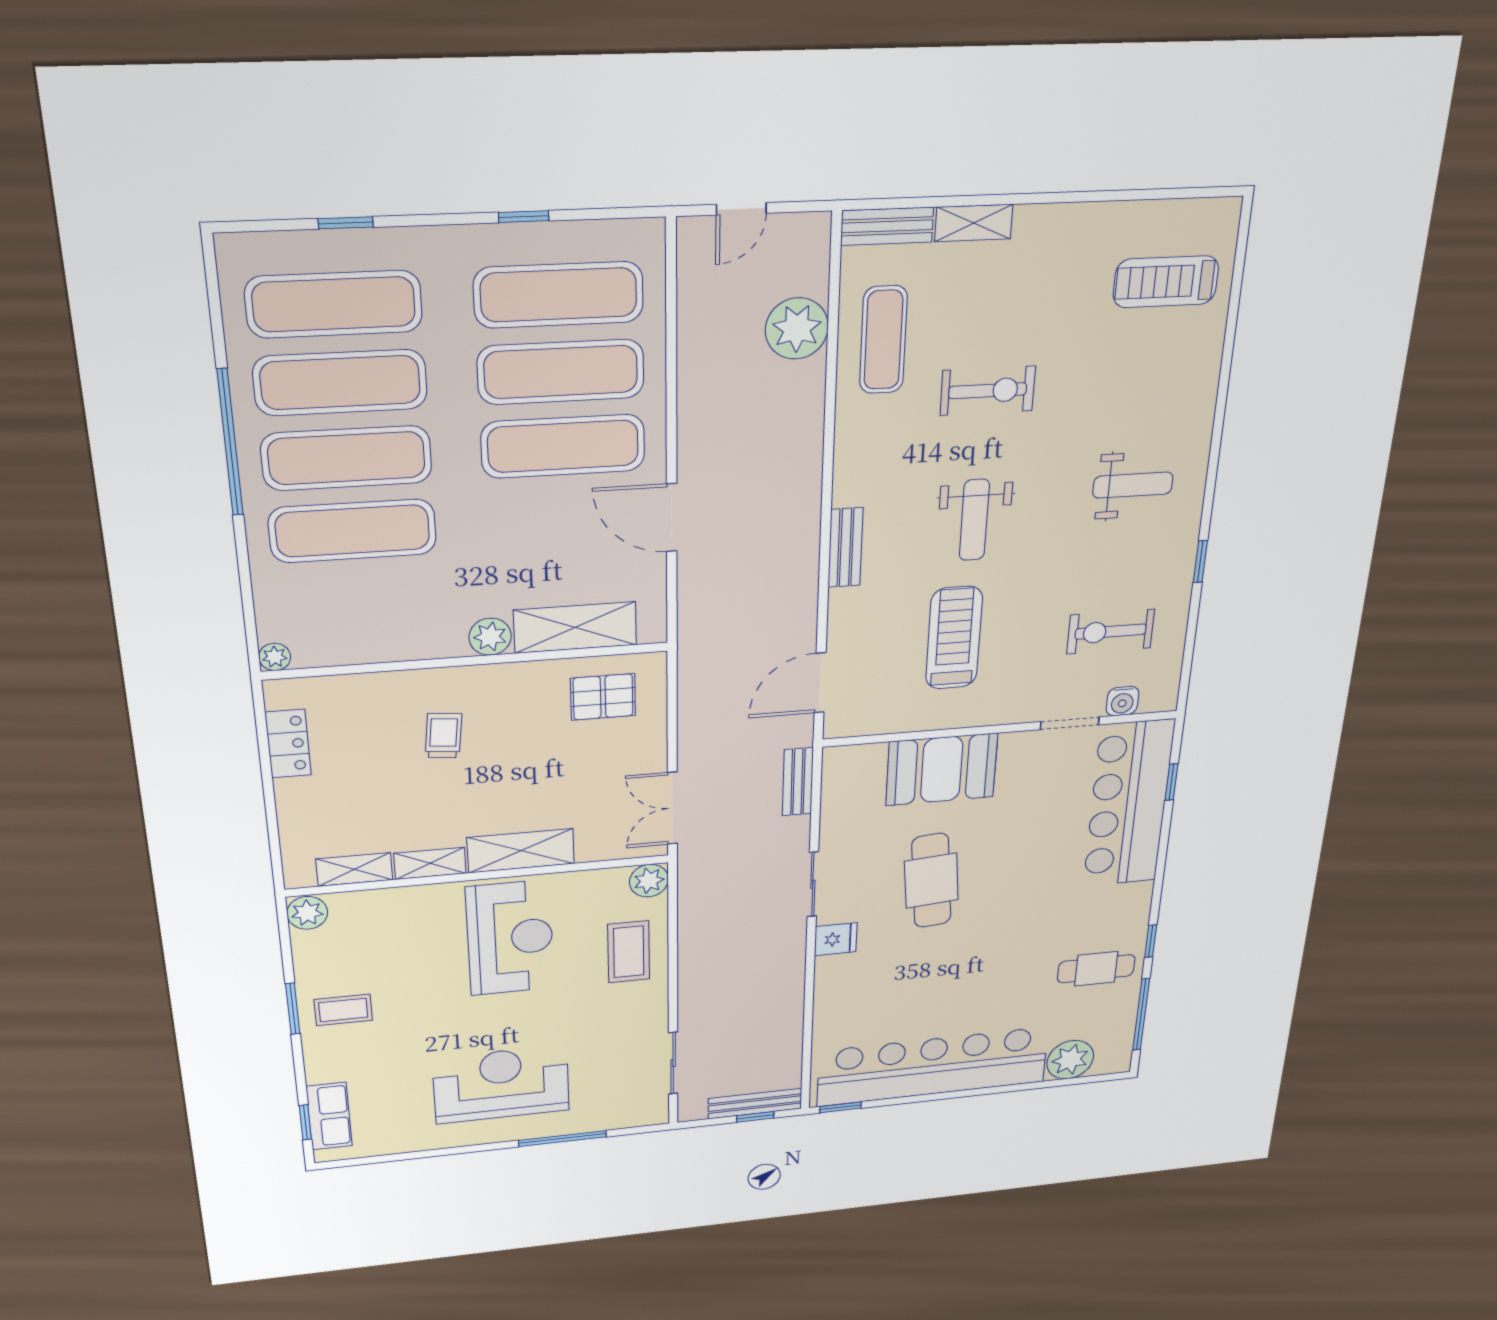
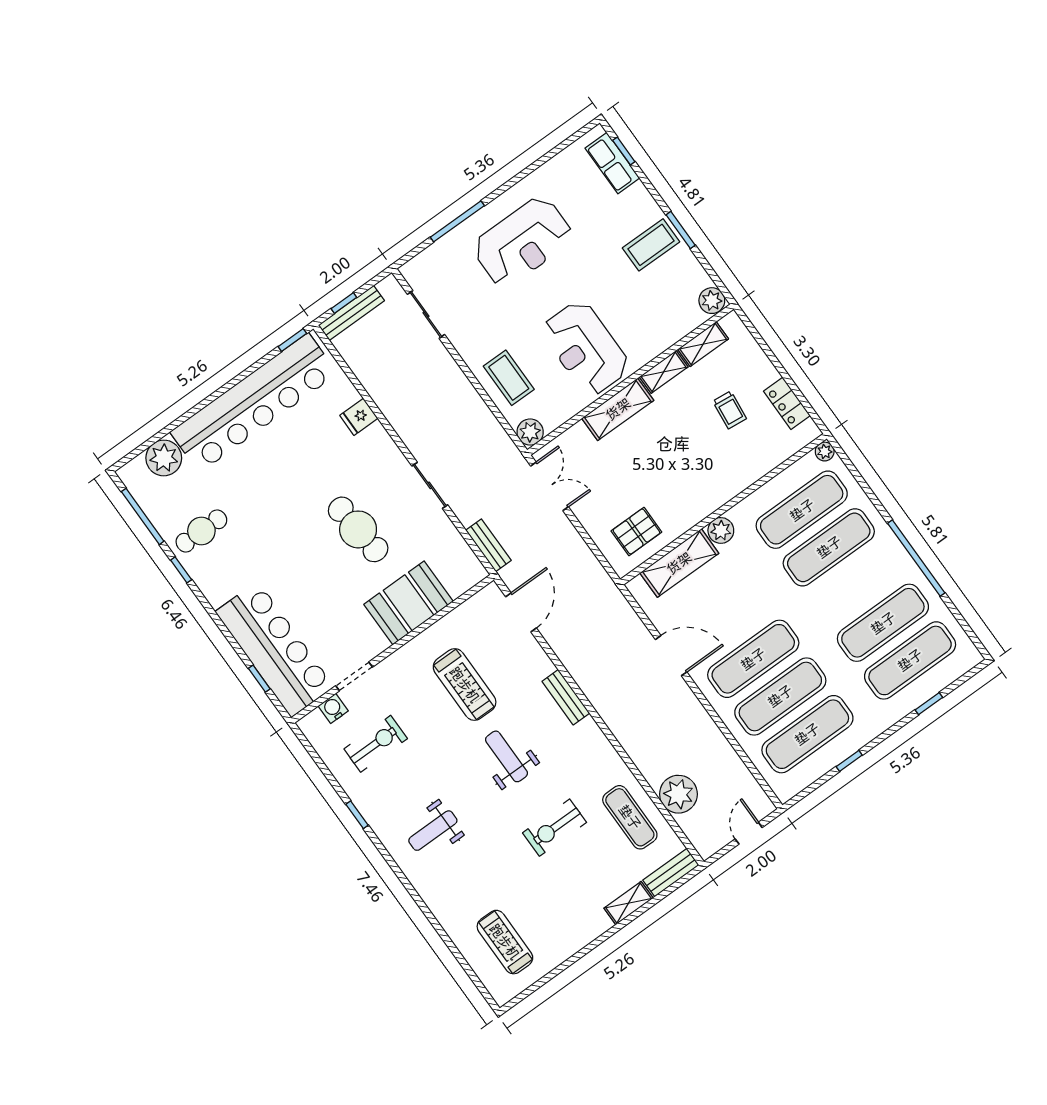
treadmill: (1166, 282) -> (505, 942), turned -90
exercise mat: (347, 458) -> (802, 510), moved
trolley: (443, 736) -> (730, 410), moved
fridge: (836, 939) -> (359, 417), moved
coffee table: (343, 1010) -> (651, 245), width x1.36, depth x1.30

